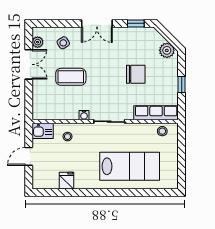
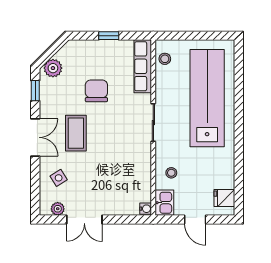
plant: (167, 50) -> (53, 68), moved
double door: (29, 64) -> (84, 220), swing flipped
coffee table: (71, 77) -> (76, 133), moved
water cooler: (84, 115) -> (146, 209), moved
lab bench: (130, 166) -> (207, 98), width x1.36
fridge: (67, 181) -> (224, 198), moved

